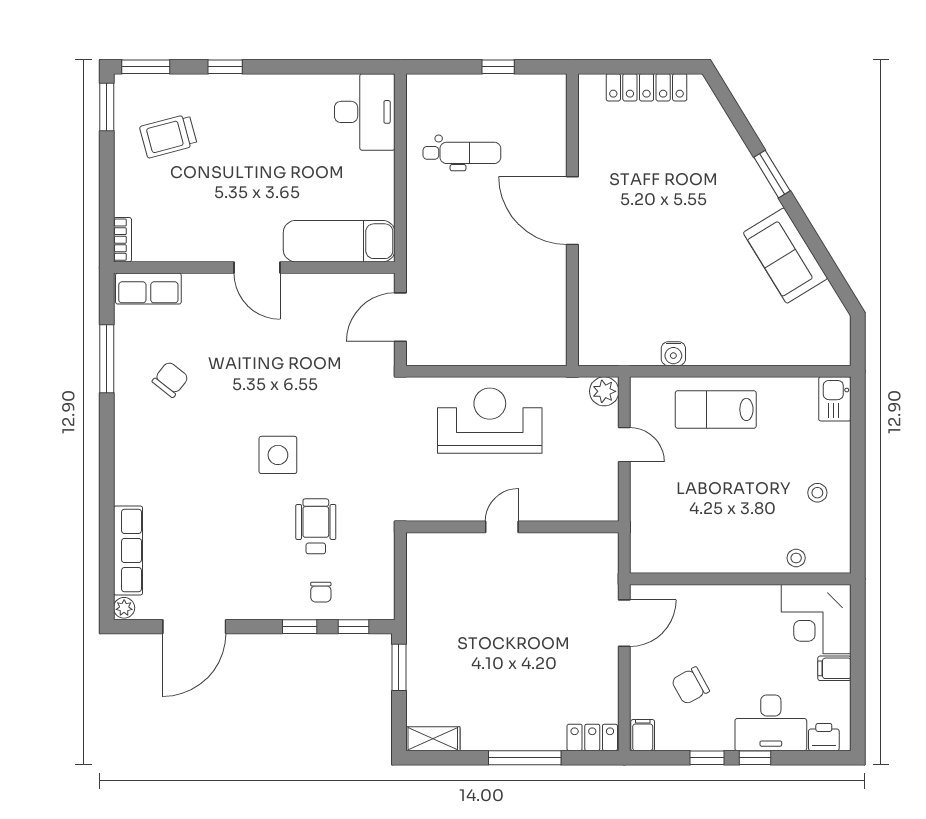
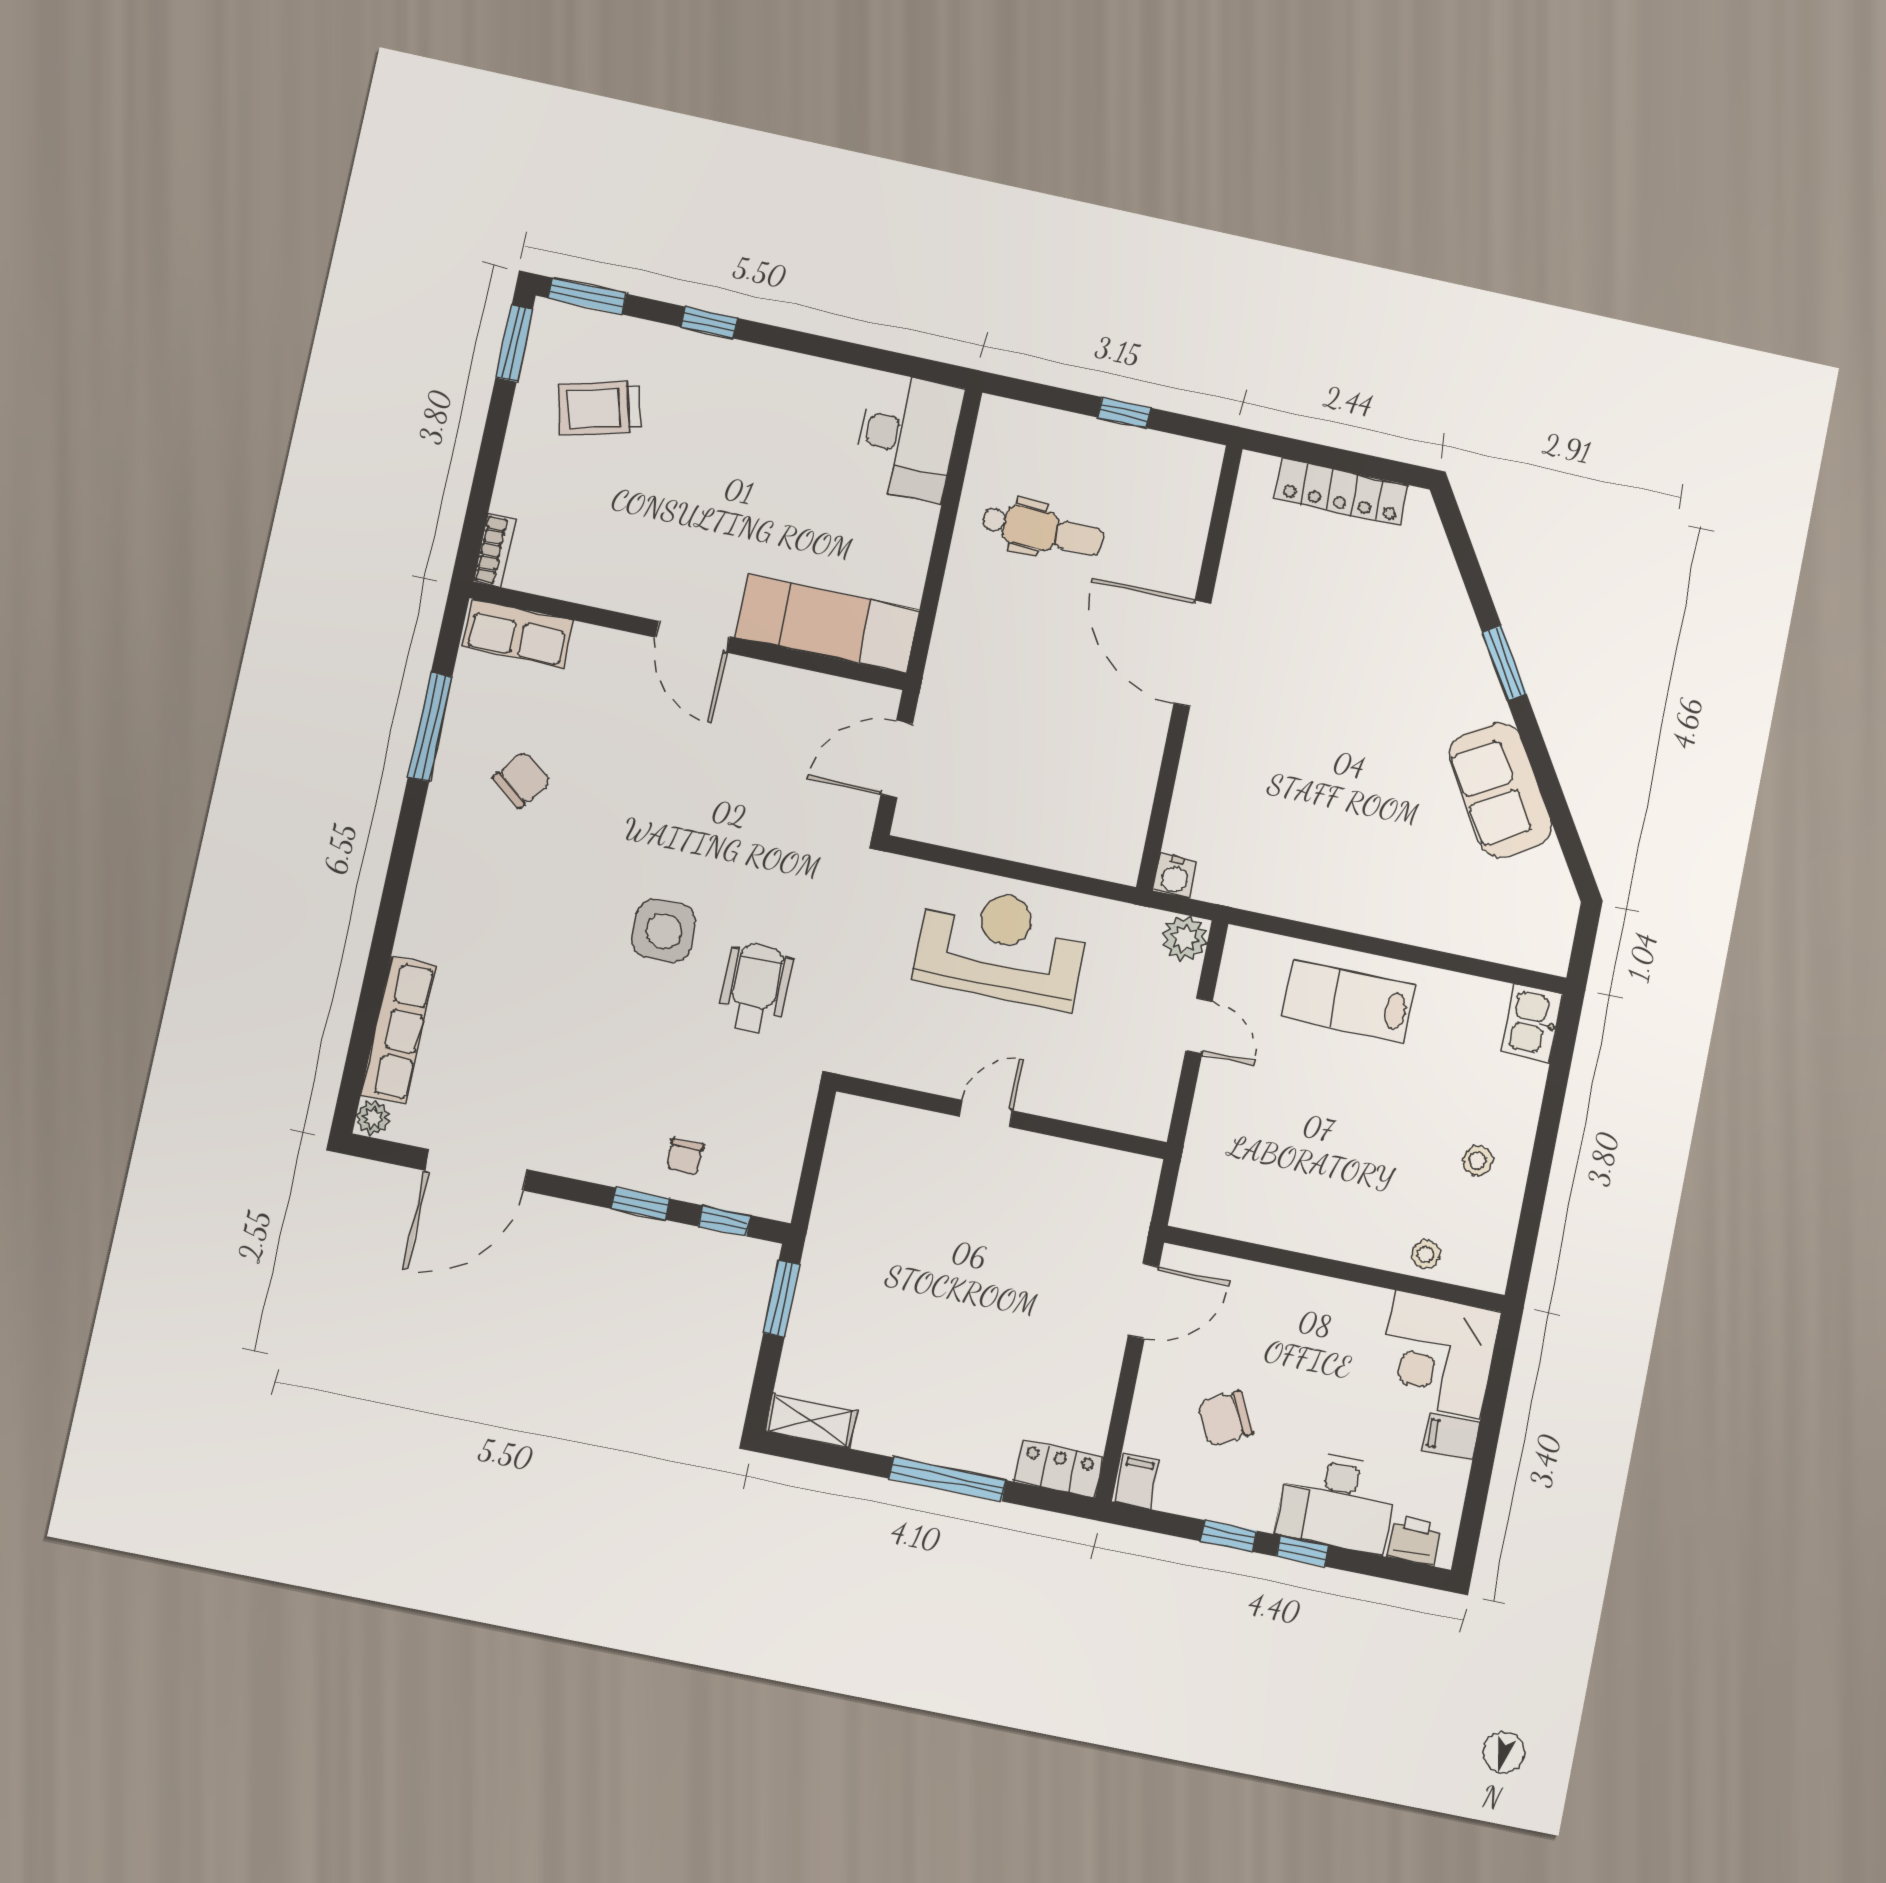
water cooler: (673, 354) -> (1175, 876), moved
wheelchair: (316, 526) -> (755, 989), moved

